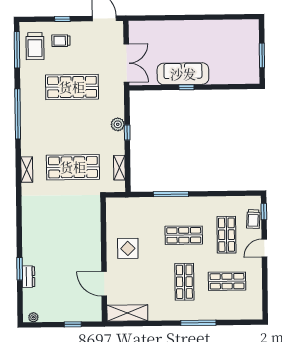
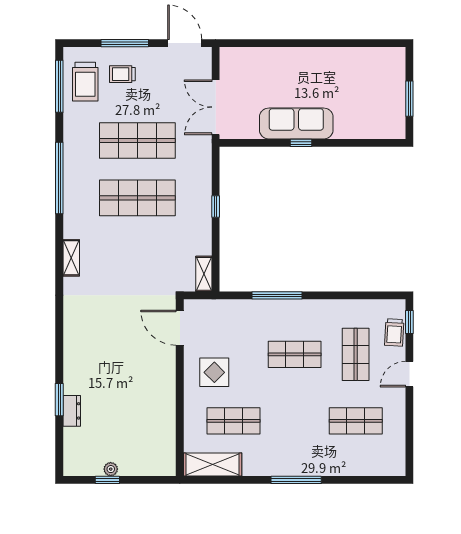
window: (62, 19) -> (125, 43), width x2.17
double door: (126, 63) -> (216, 107), swing flipped
plant: (118, 124) -> (202, 195), removed
shop shelf: (73, 167) -> (137, 198), moved
shelving: (119, 168) -> (204, 274), moved
shop shelf: (184, 282) -> (234, 421), moved, turned 90
door: (104, 284) -> (180, 328), moved
plant: (33, 317) -> (111, 469), moved
window: (198, 323) -> (296, 480), moved
window: (73, 324) -> (107, 480), moved

